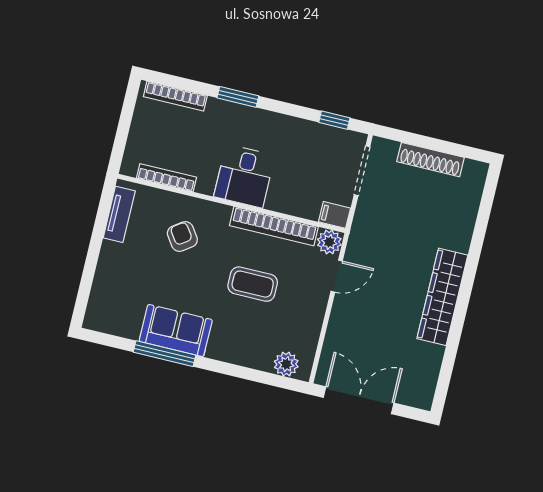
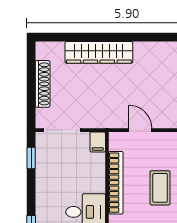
plant: (329, 242) -> (118, 141), removed
wardrobe: (442, 297) -> (99, 52), moved

